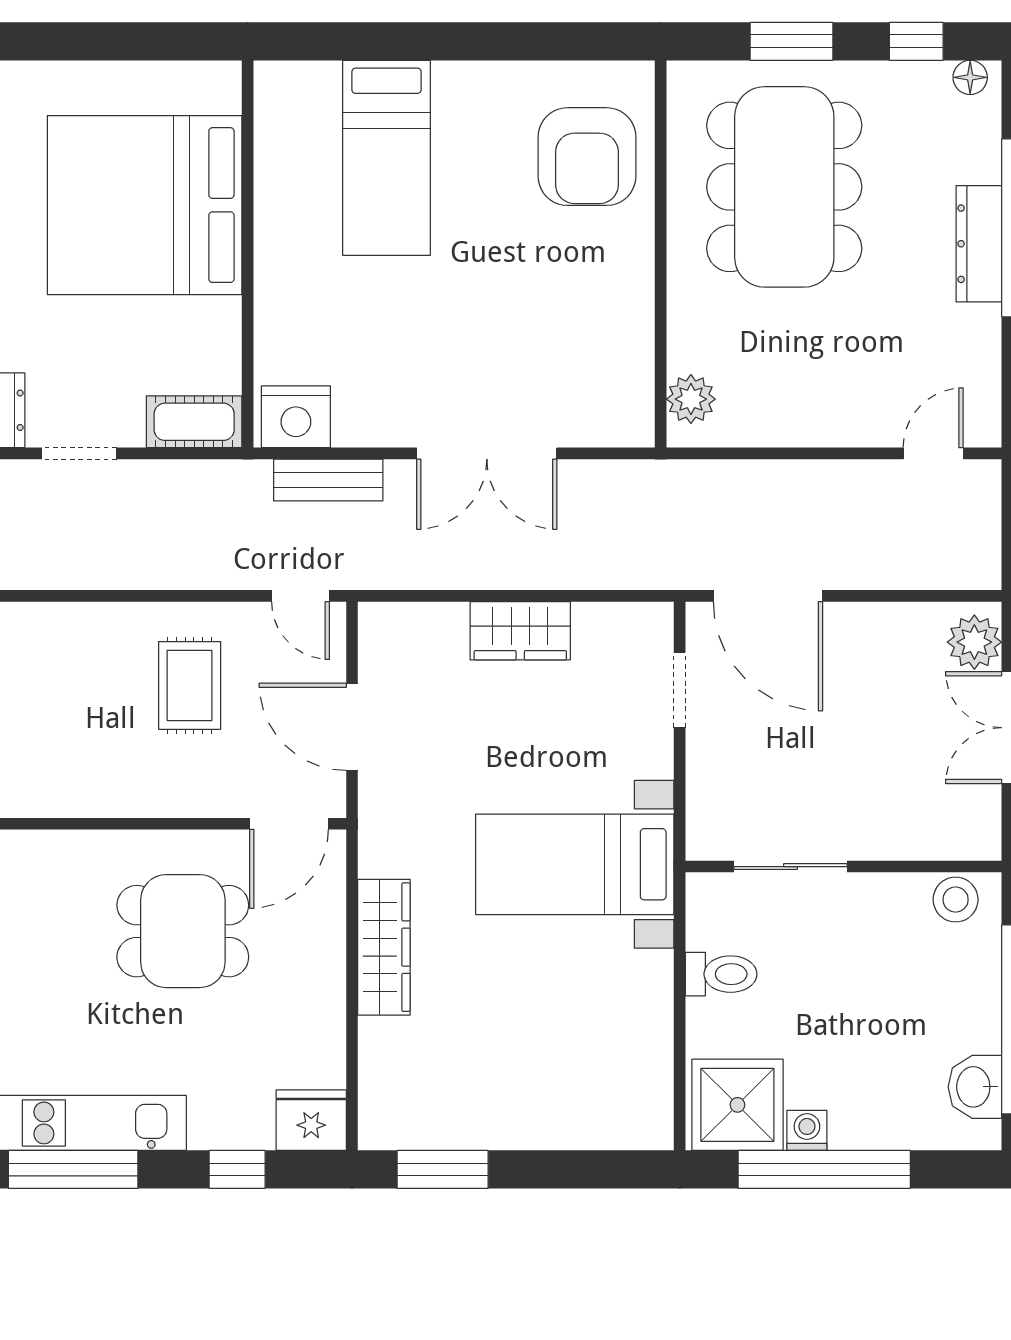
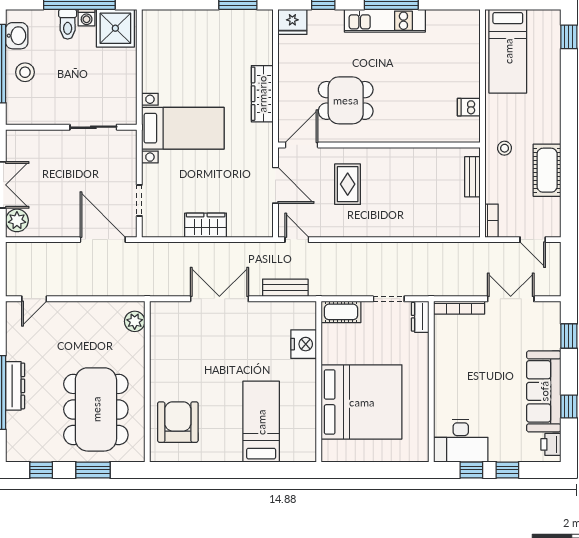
floor lamp: (970, 77) -> (19, 455), removed
nightstand: (296, 417) -> (304, 344), moved, turned 90
rug: (190, 685) -> (348, 184), moved
stool: (956, 900) -> (25, 72), moved
toilet: (721, 974) -> (68, 24), moved, turned -90

